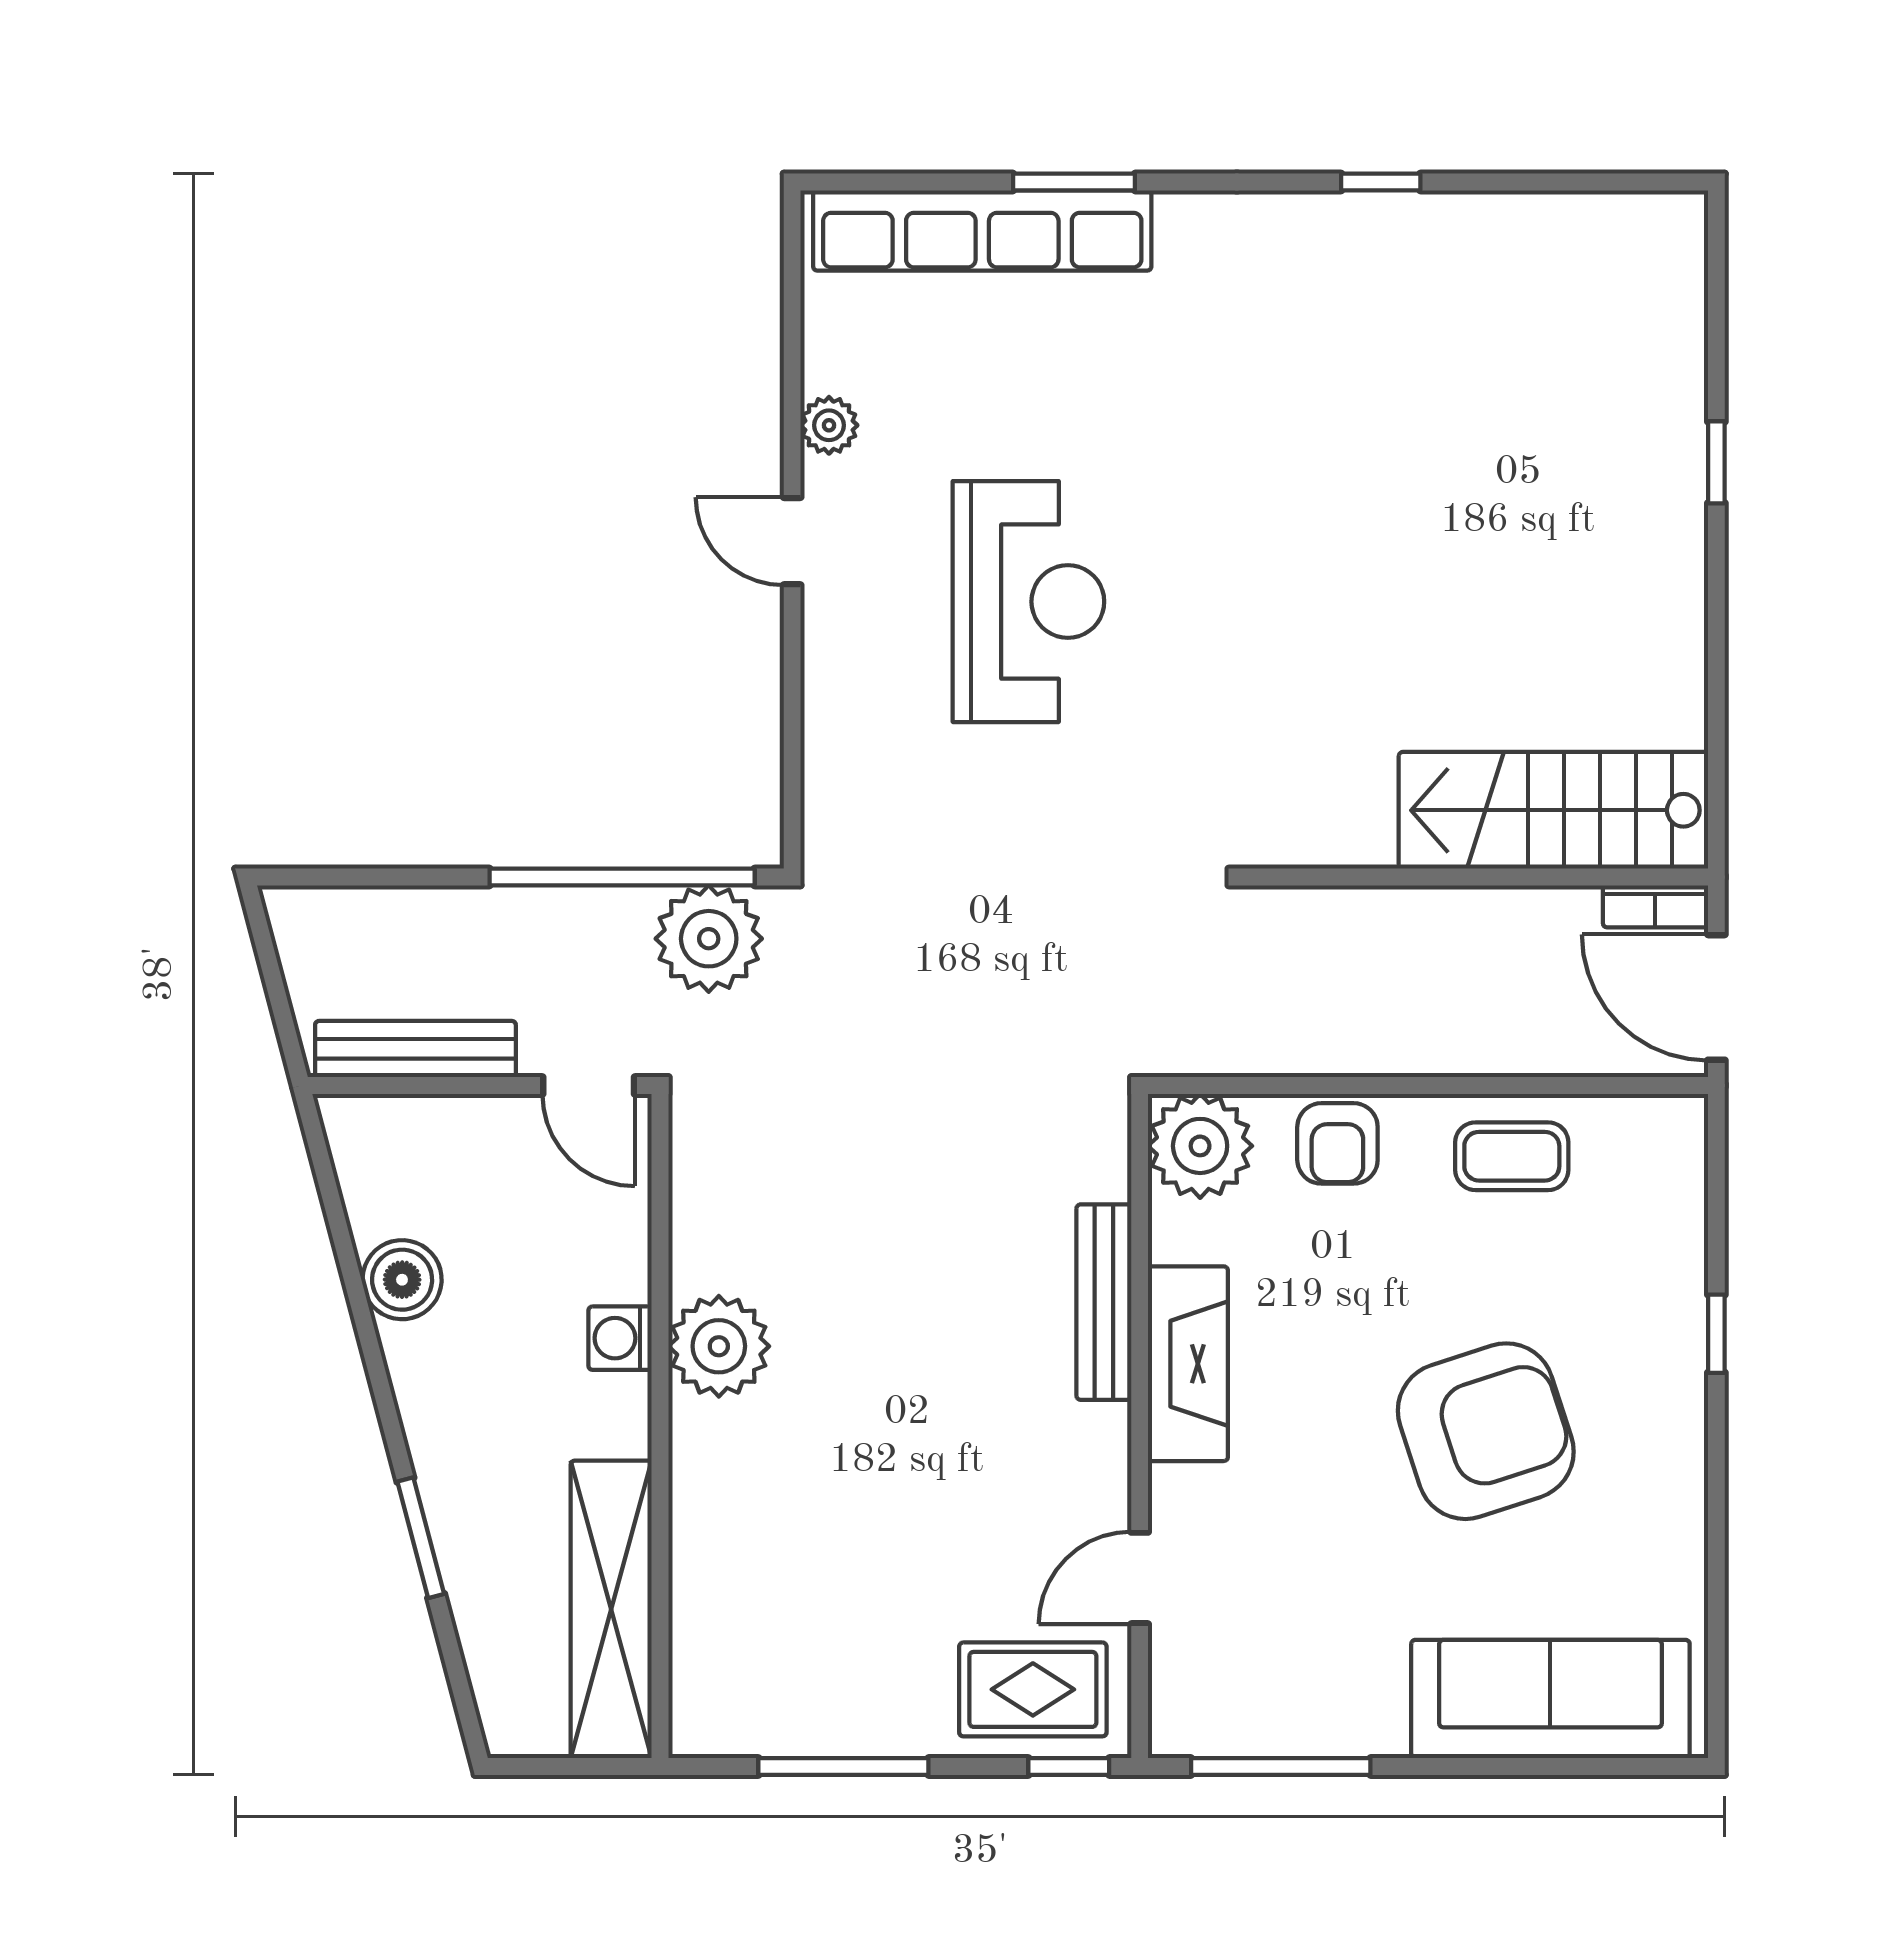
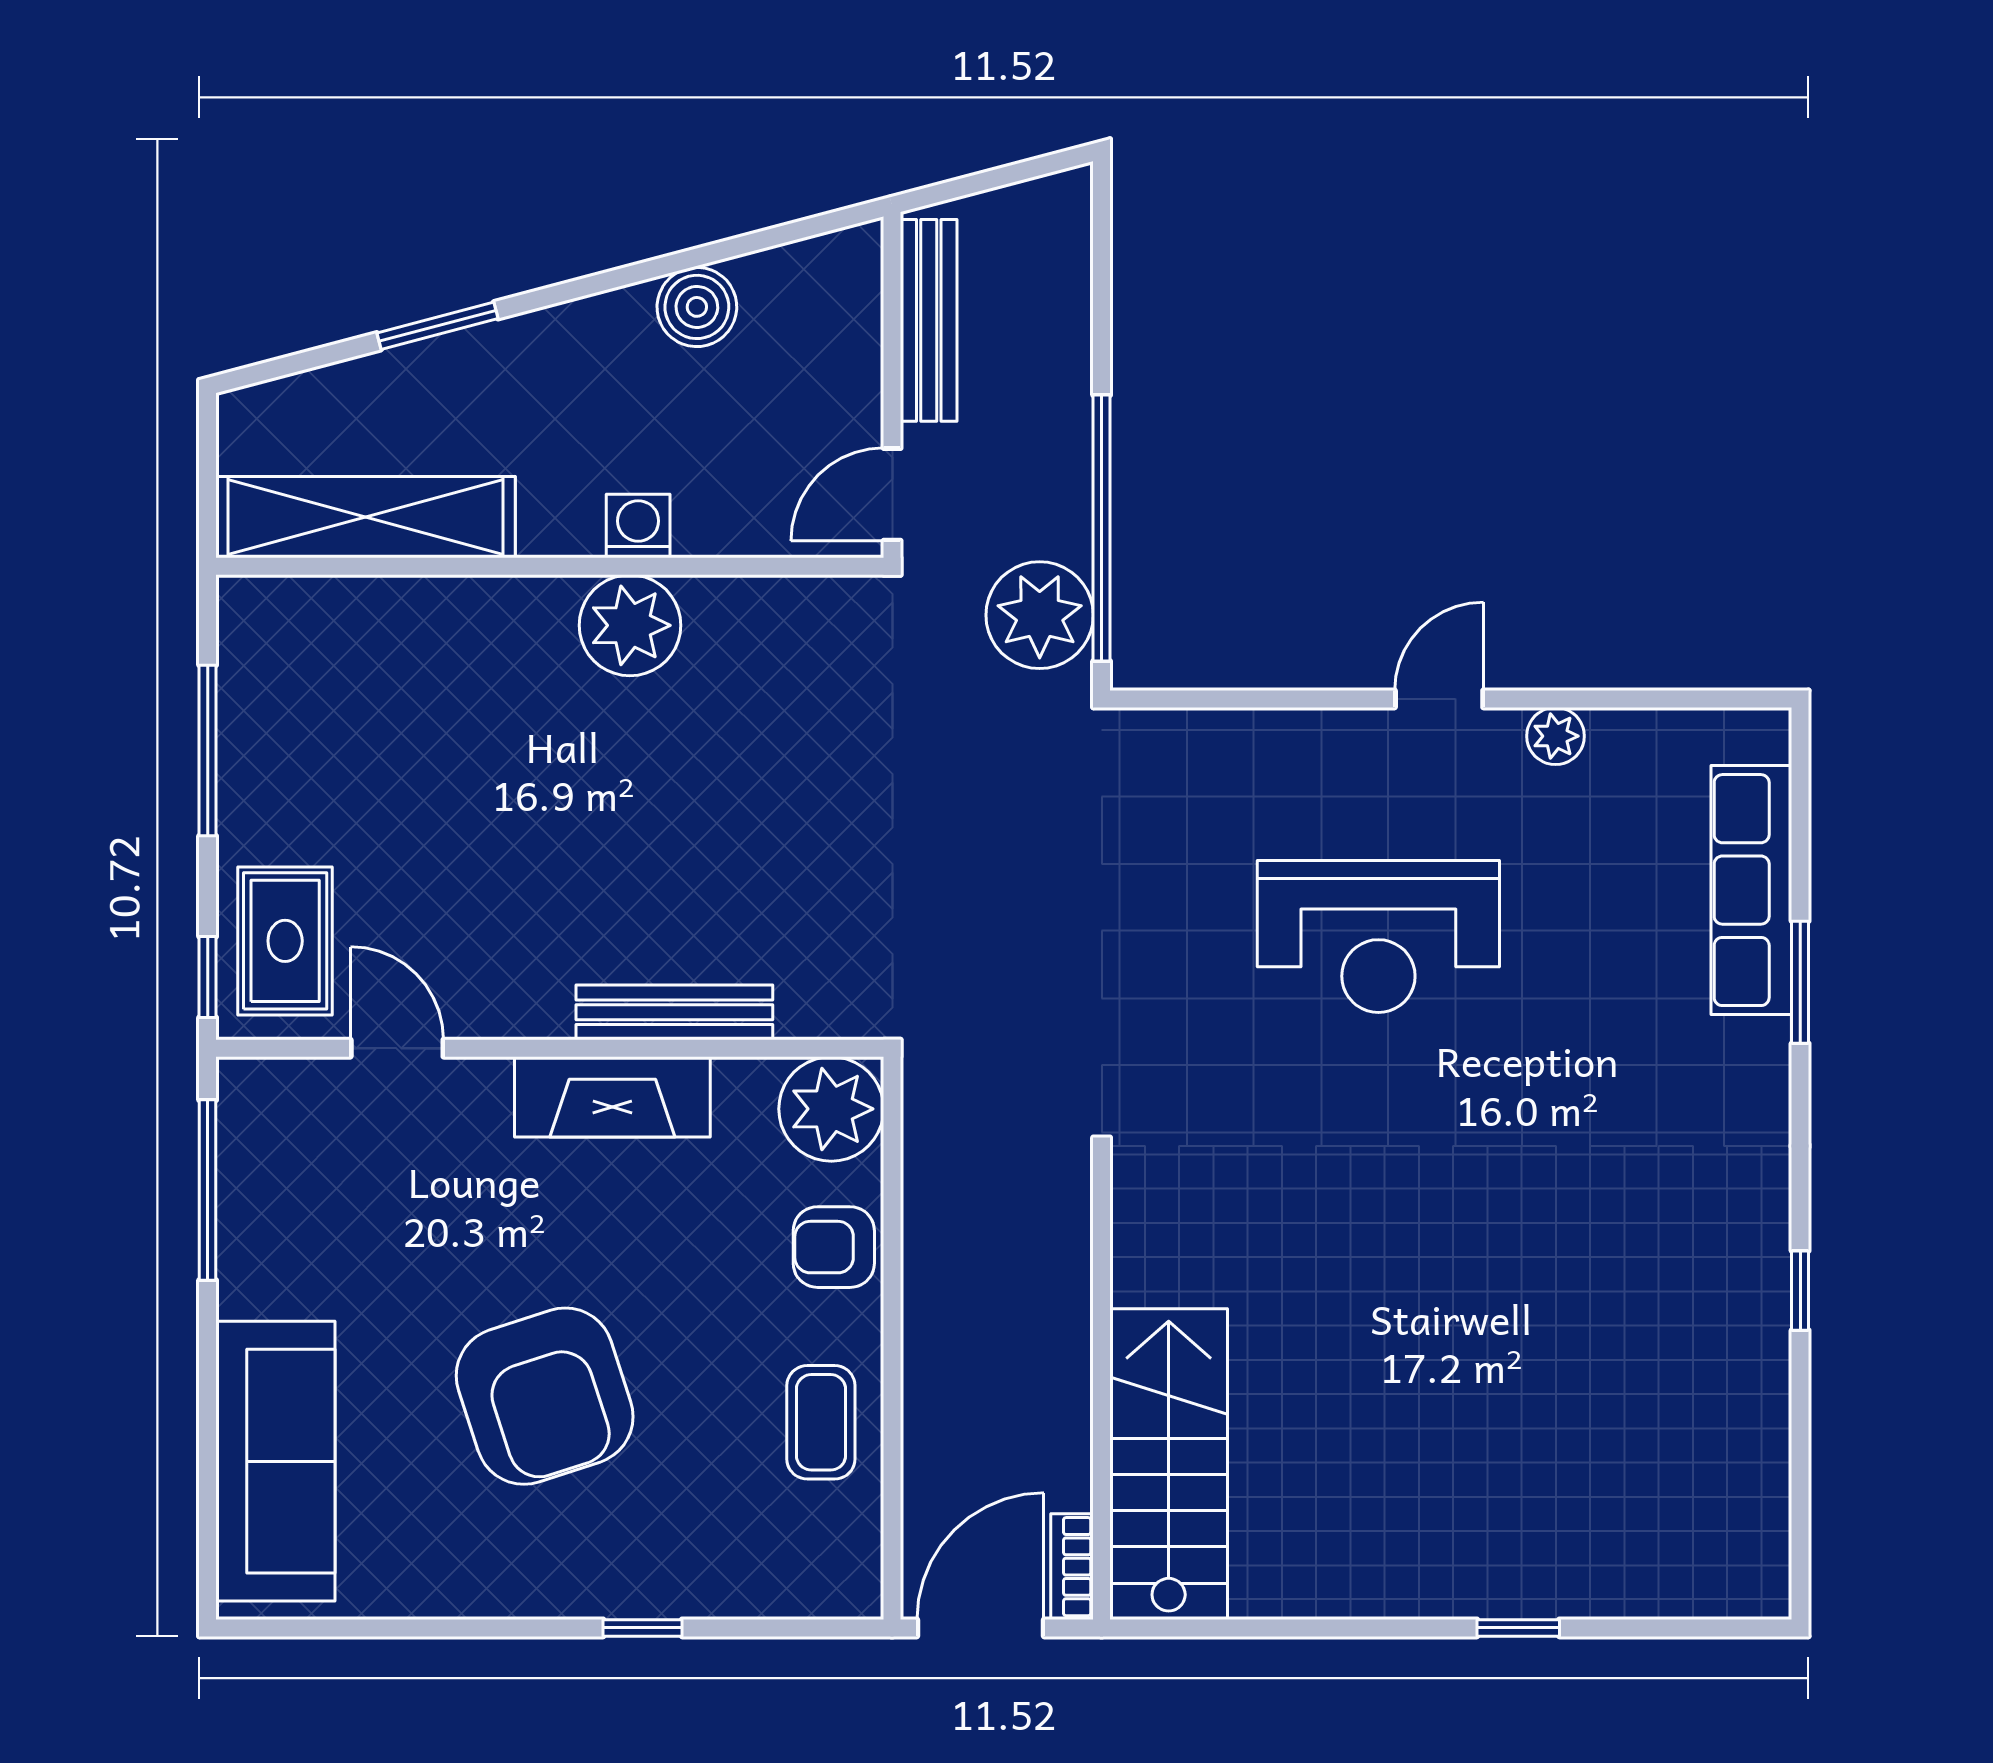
row of seats: (982, 230) -> (1751, 890), width x0.73

